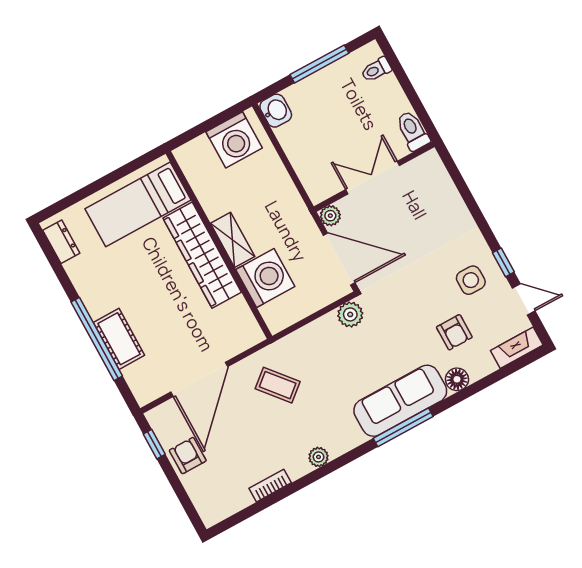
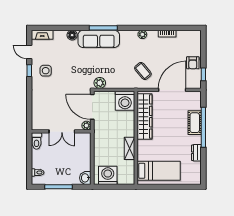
shelving: (233, 240) -> (130, 148), moved
dresser: (61, 242) -> (196, 153), moved
wardrobe: (202, 255) -> (145, 117), moved
washing machine: (265, 278) -> (125, 101), moved, turned -90
armchair: (454, 332) -> (63, 54), removed

